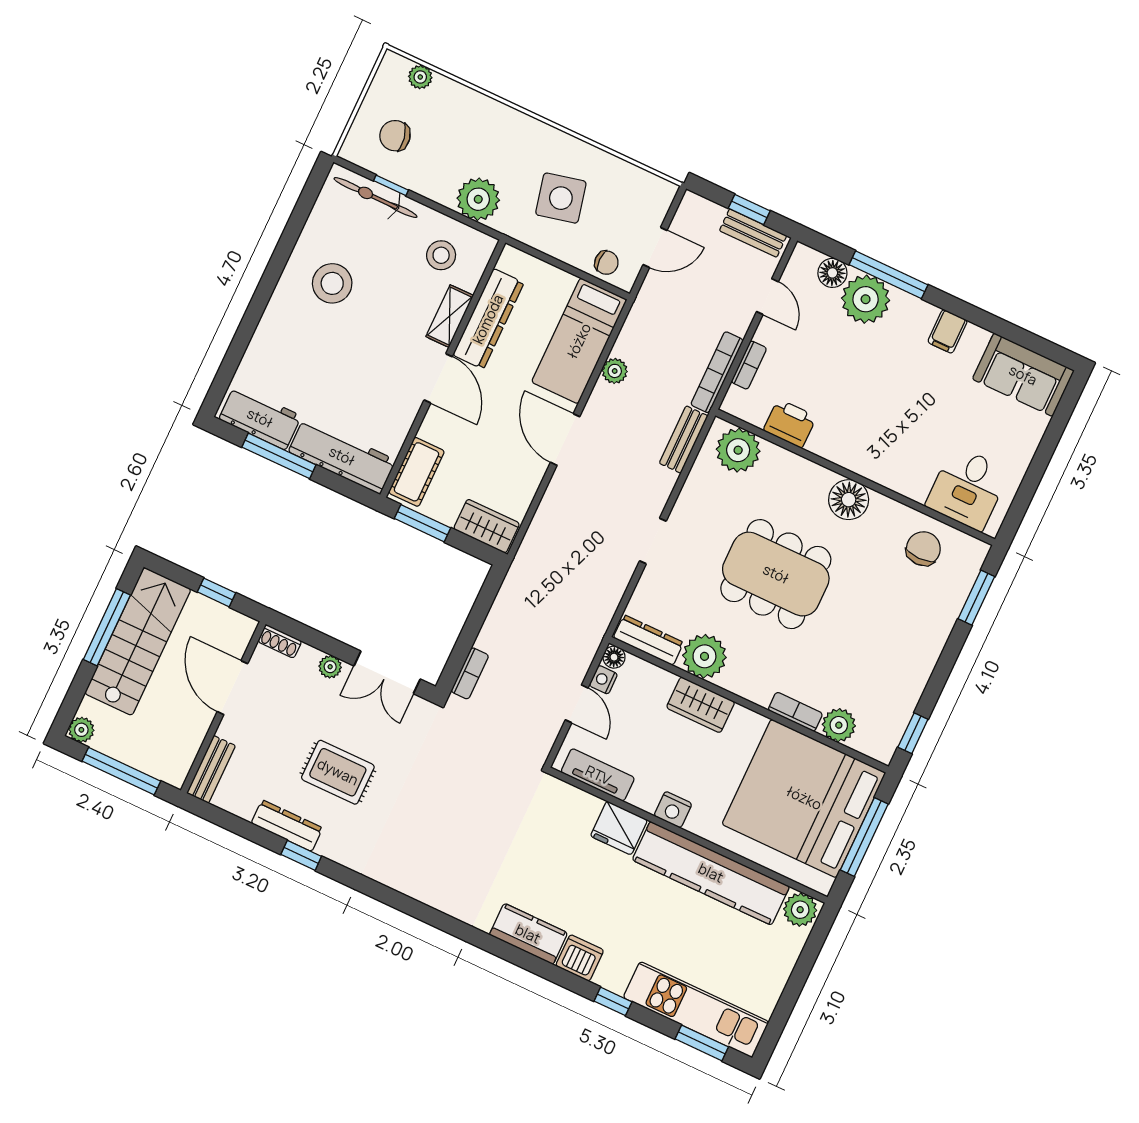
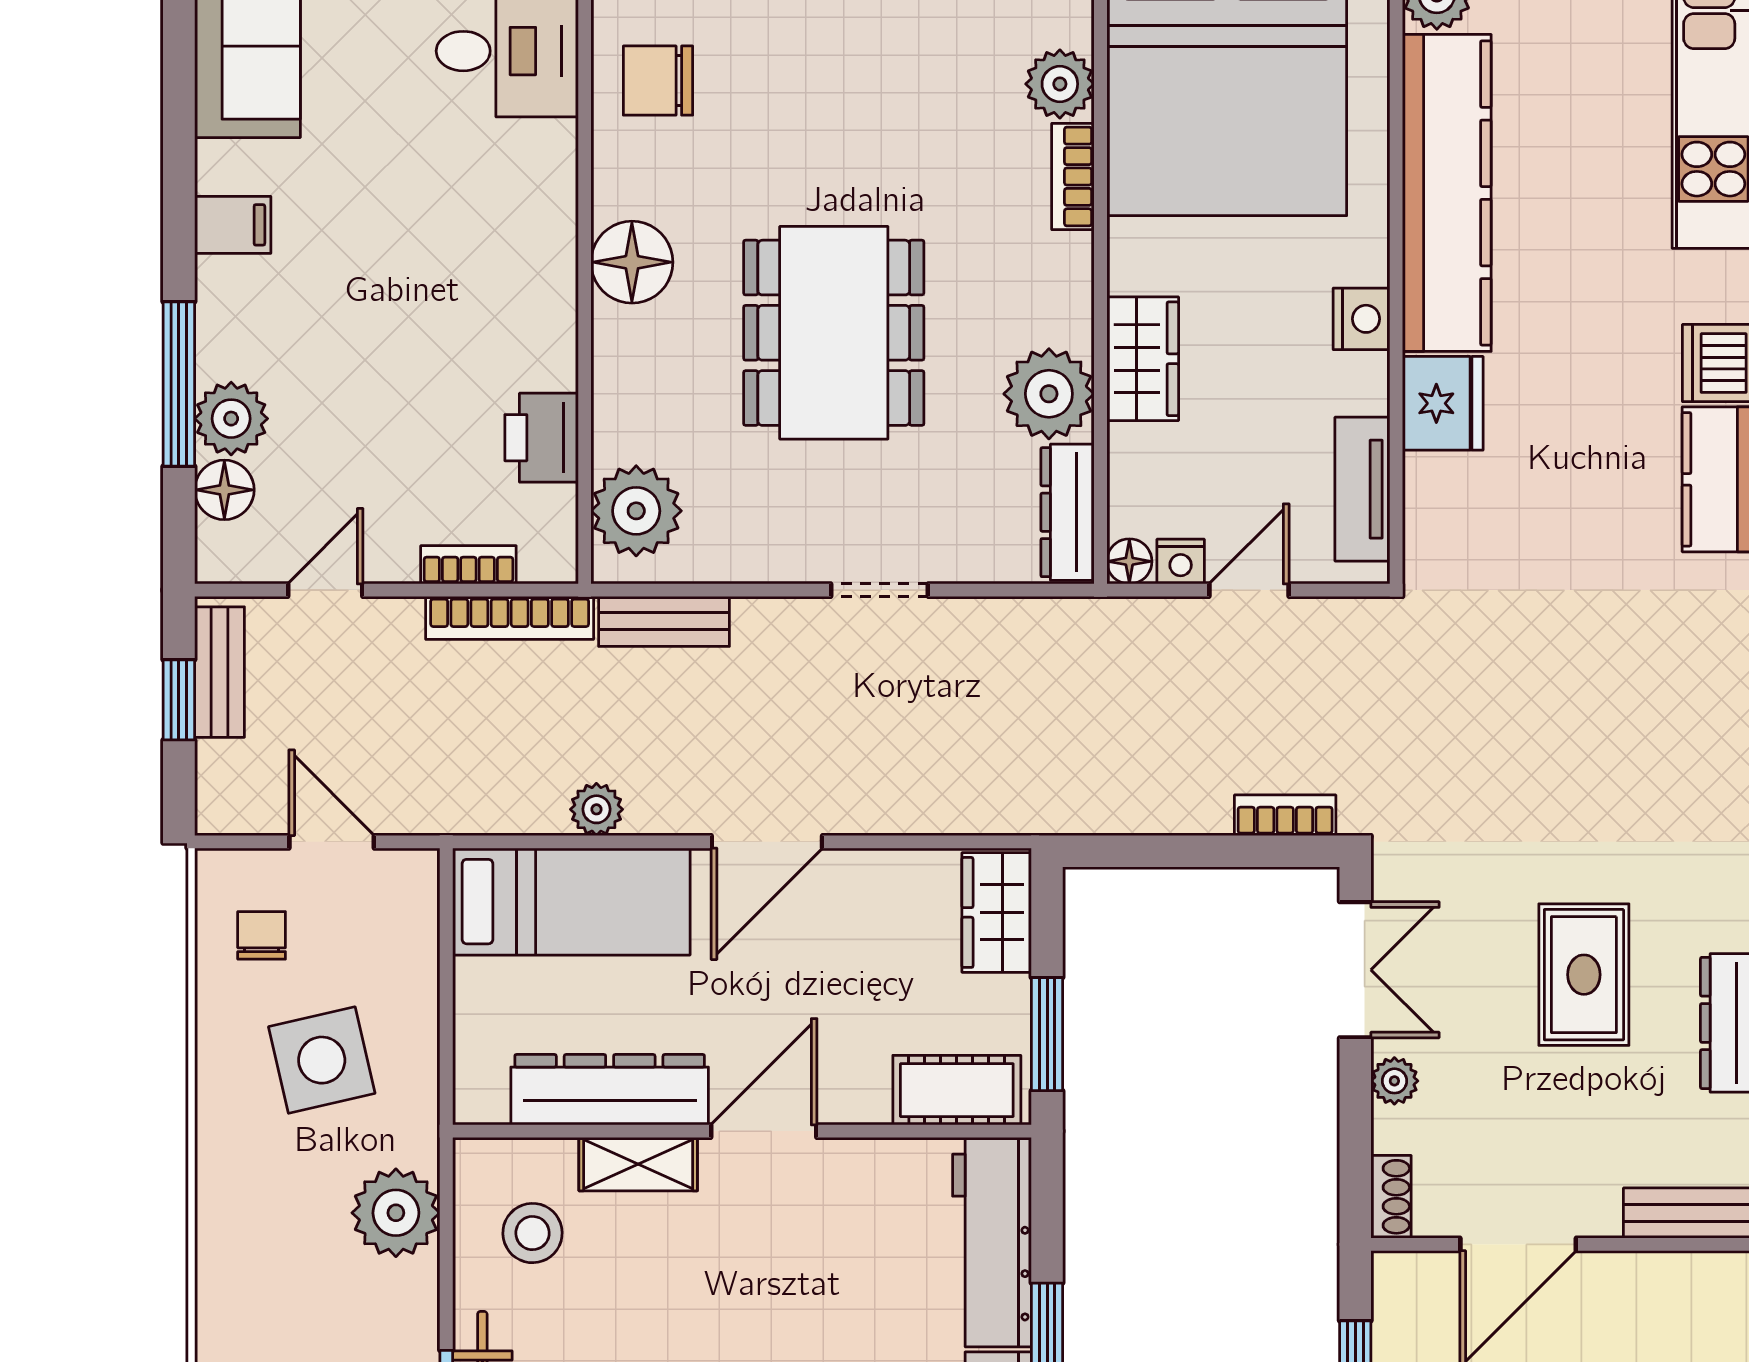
chair: (606, 263) -> (262, 935), moved
plant: (866, 299) -> (231, 419), width x0.73, depth x0.73

